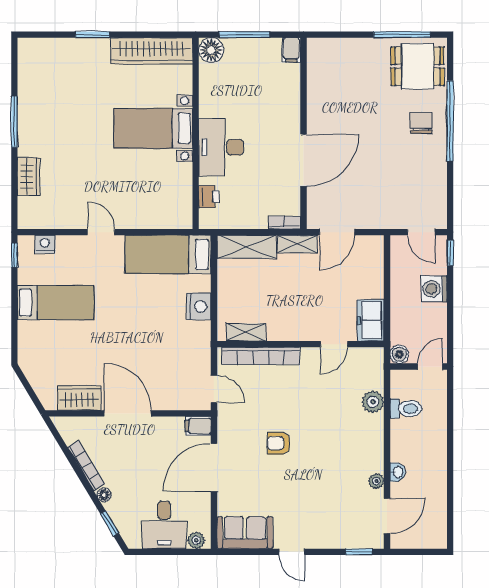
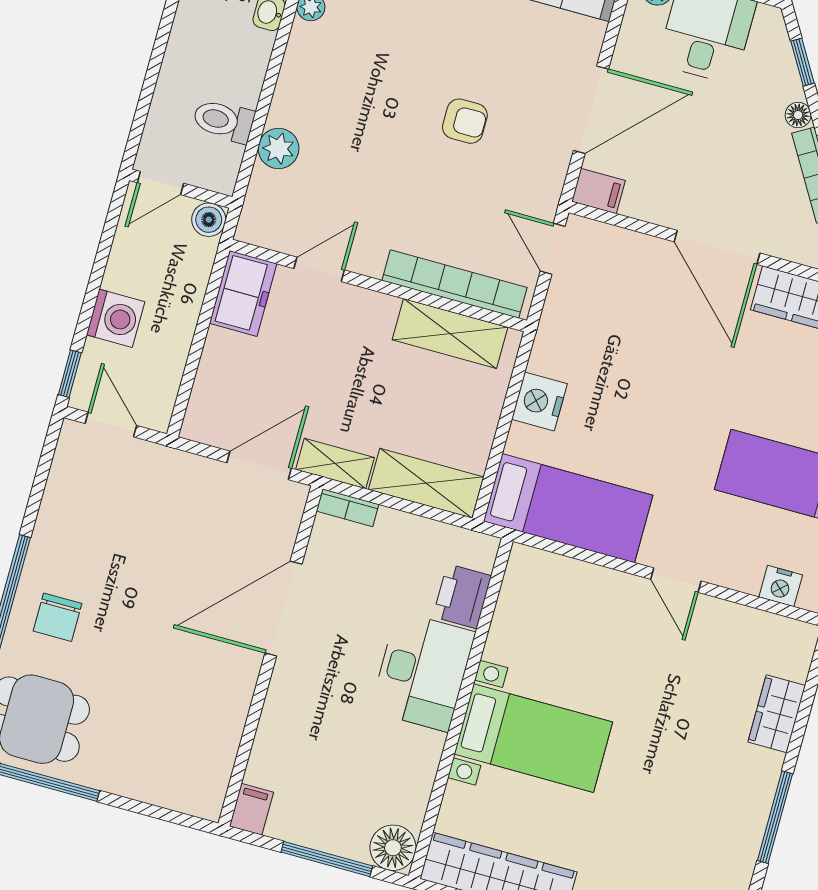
printer: (209, 197) -> (462, 596), width x1.36, depth x1.24
shelving: (246, 332) -> (450, 333), width x1.50, depth x1.33

